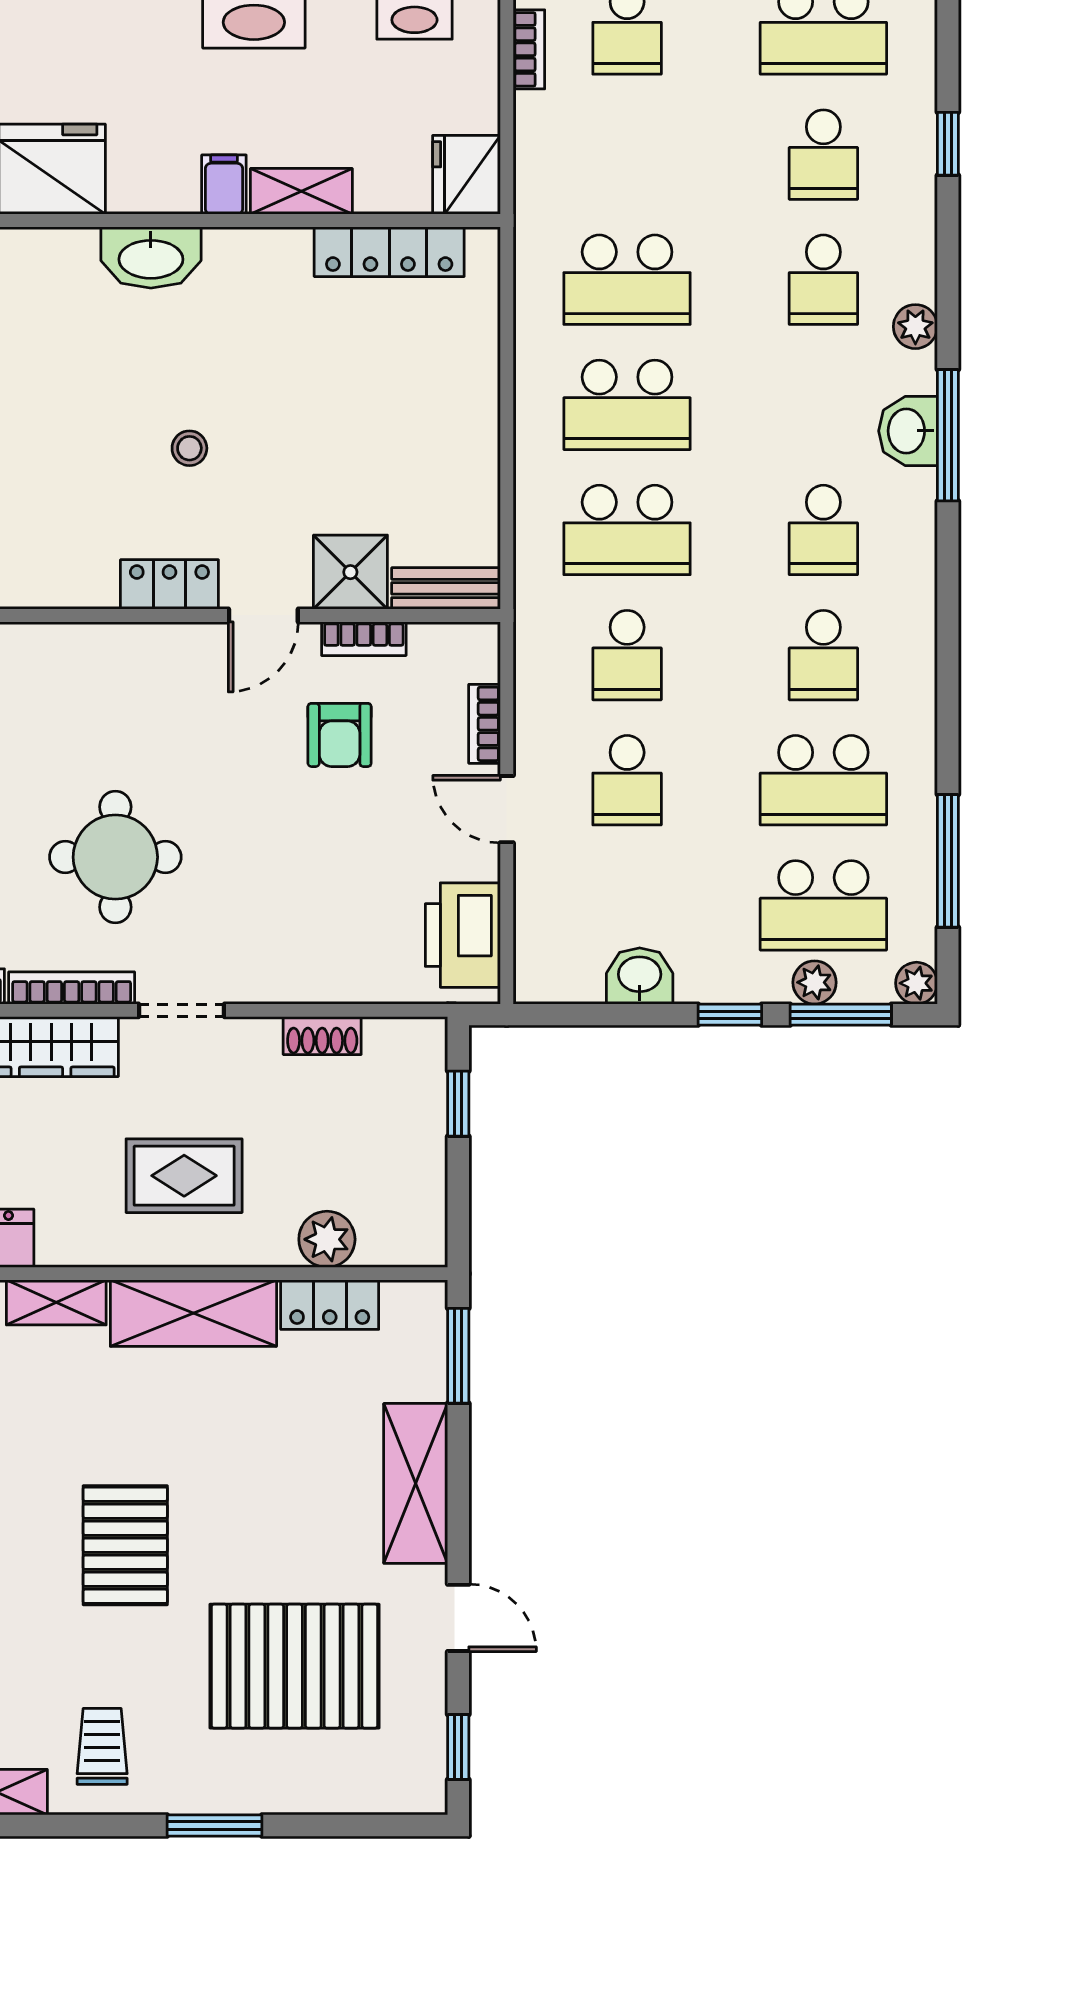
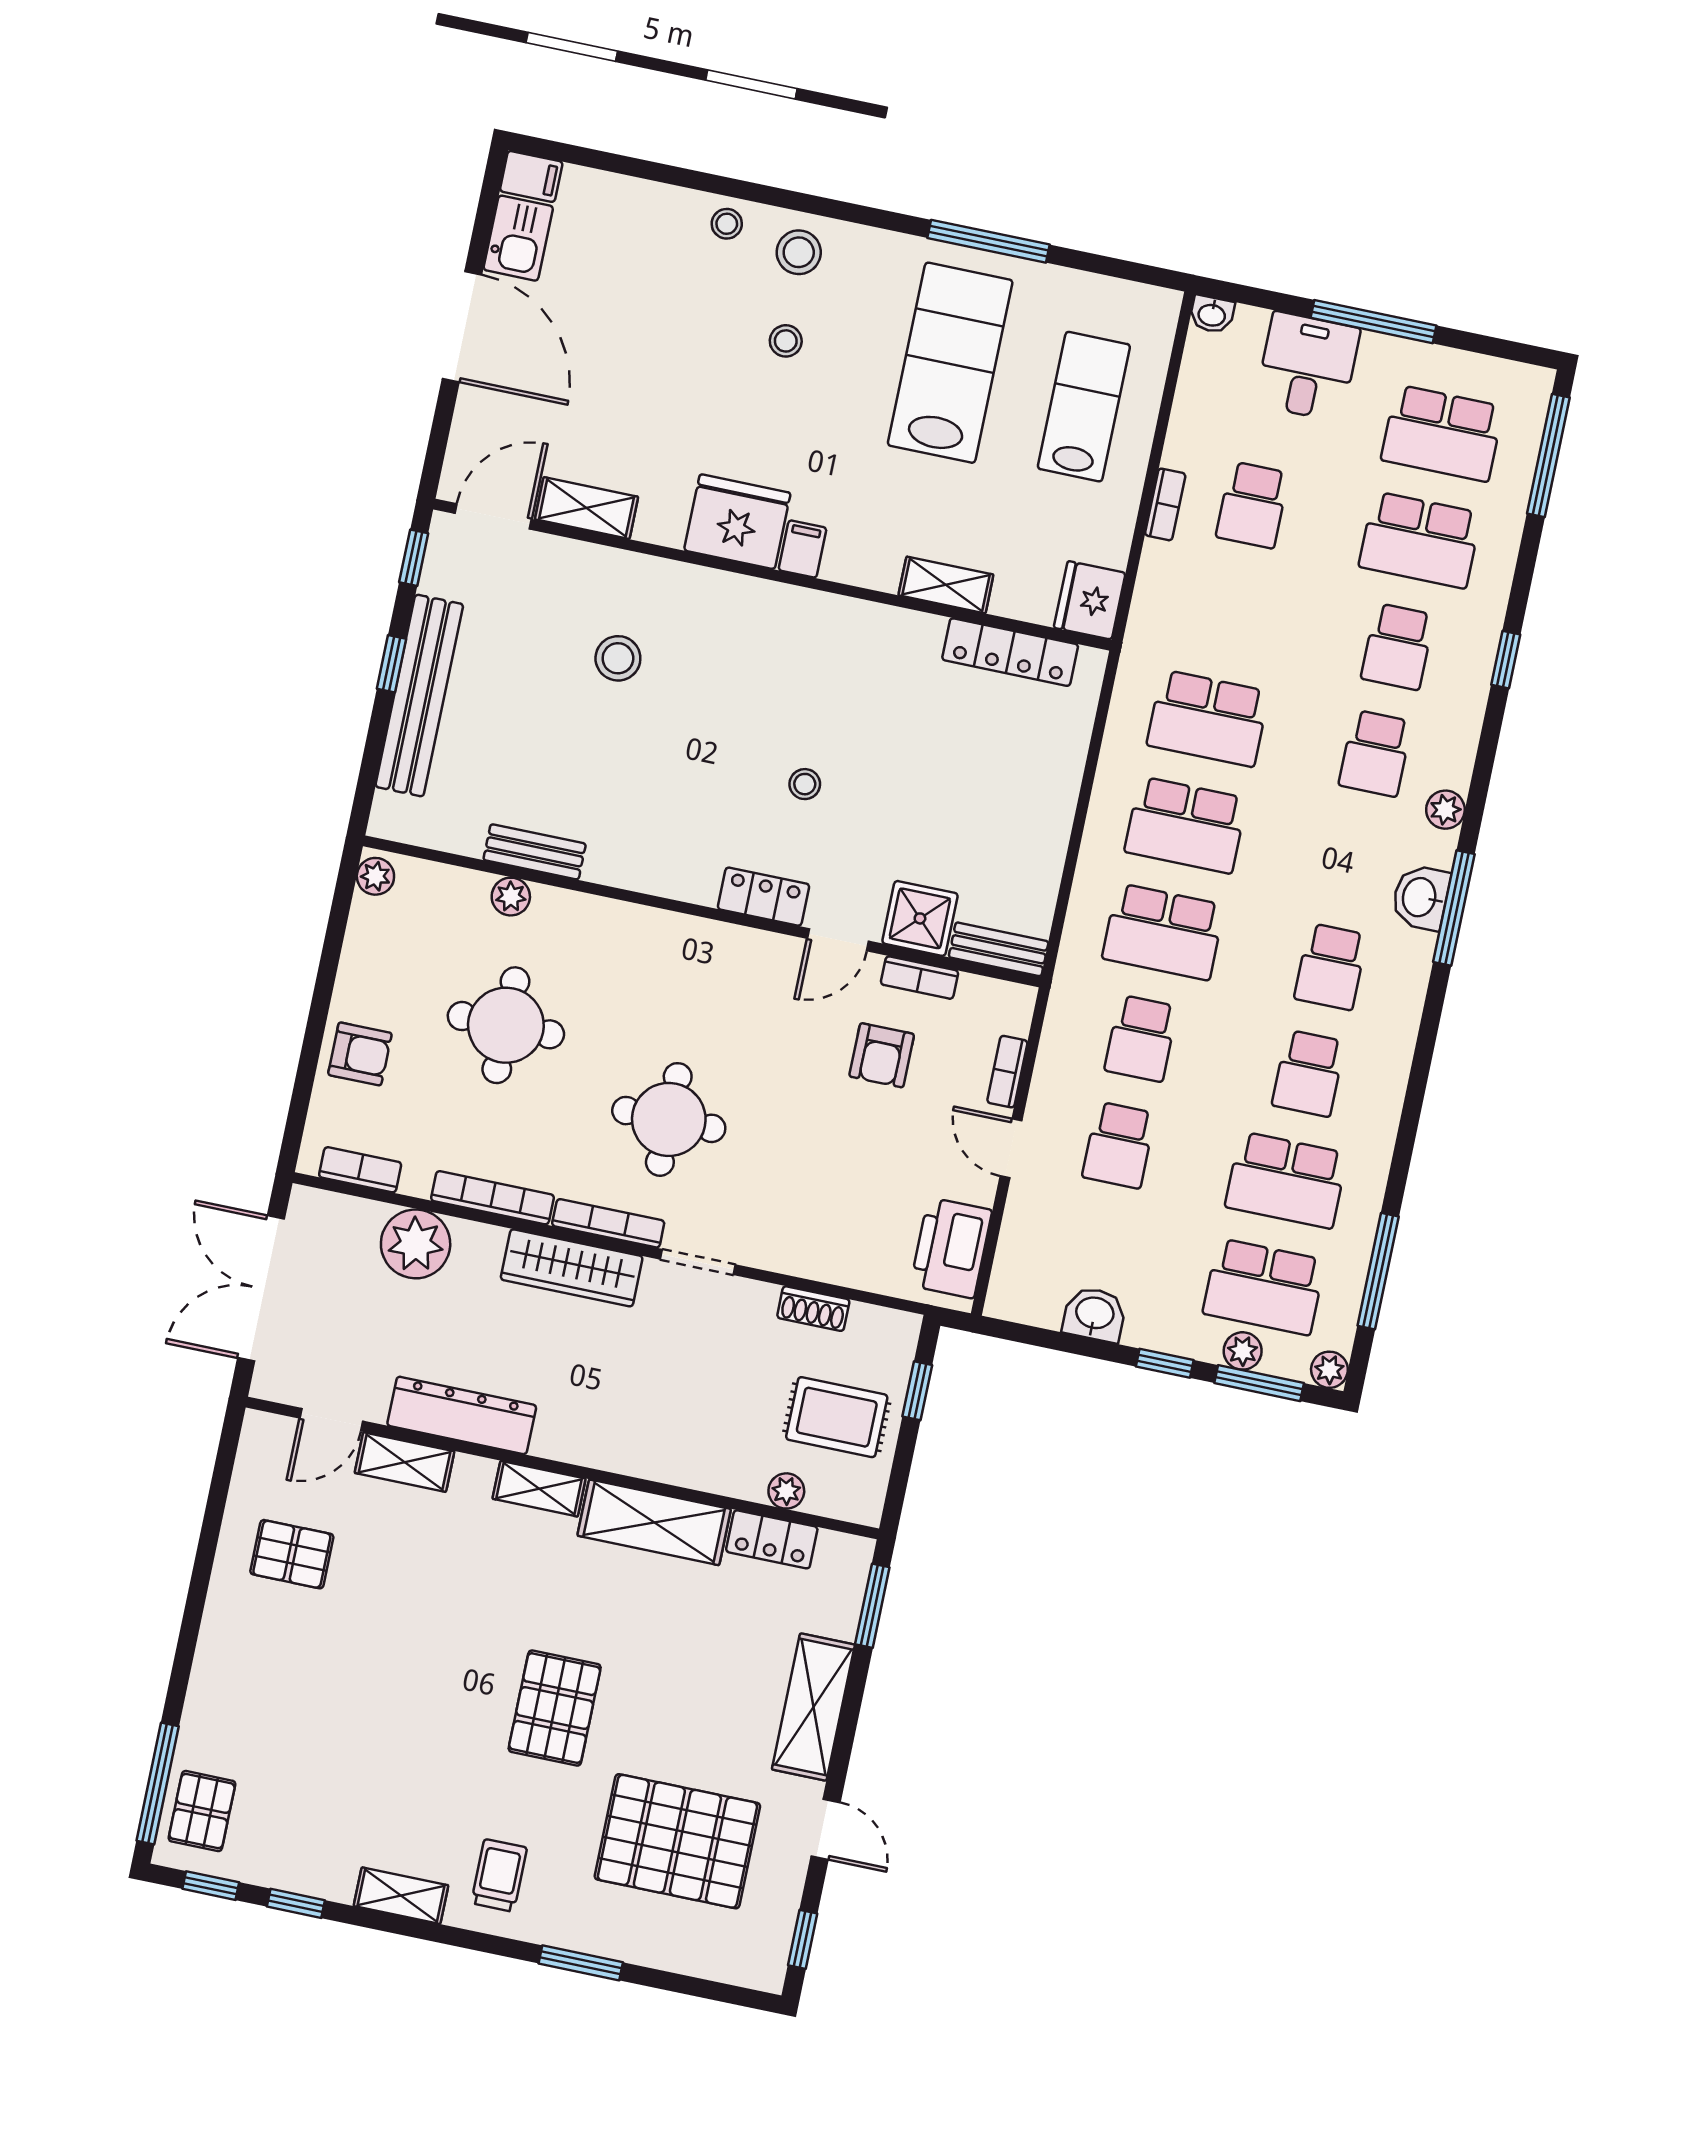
filing cabinet: (224, 185) -> (803, 549), moved
washbasin: (151, 257) -> (806, 615), removed
rug: (184, 1176) -> (837, 1417), moved
plant: (327, 1239) -> (786, 1491), width x0.73, depth x0.73

